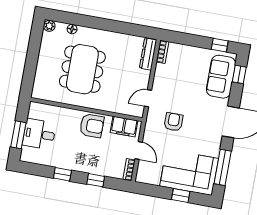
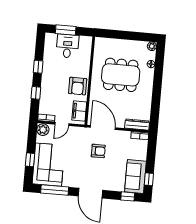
sofa: (221, 77) -> (135, 177), moved, turned -90
door: (148, 98) -> (103, 128), width x1.87
armchair: (174, 122) -> (98, 151), moved
plant: (144, 175) -> (43, 130), added

